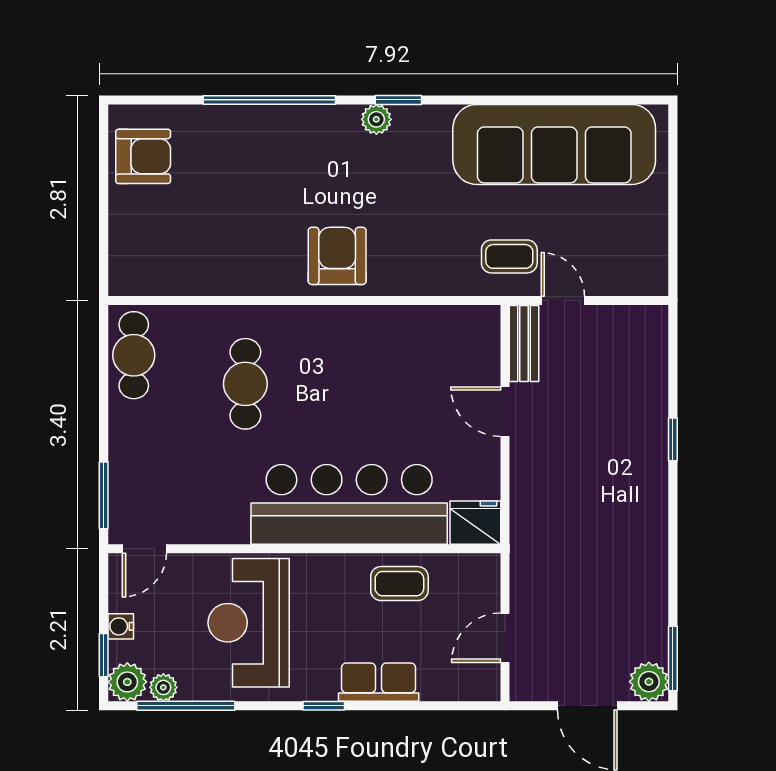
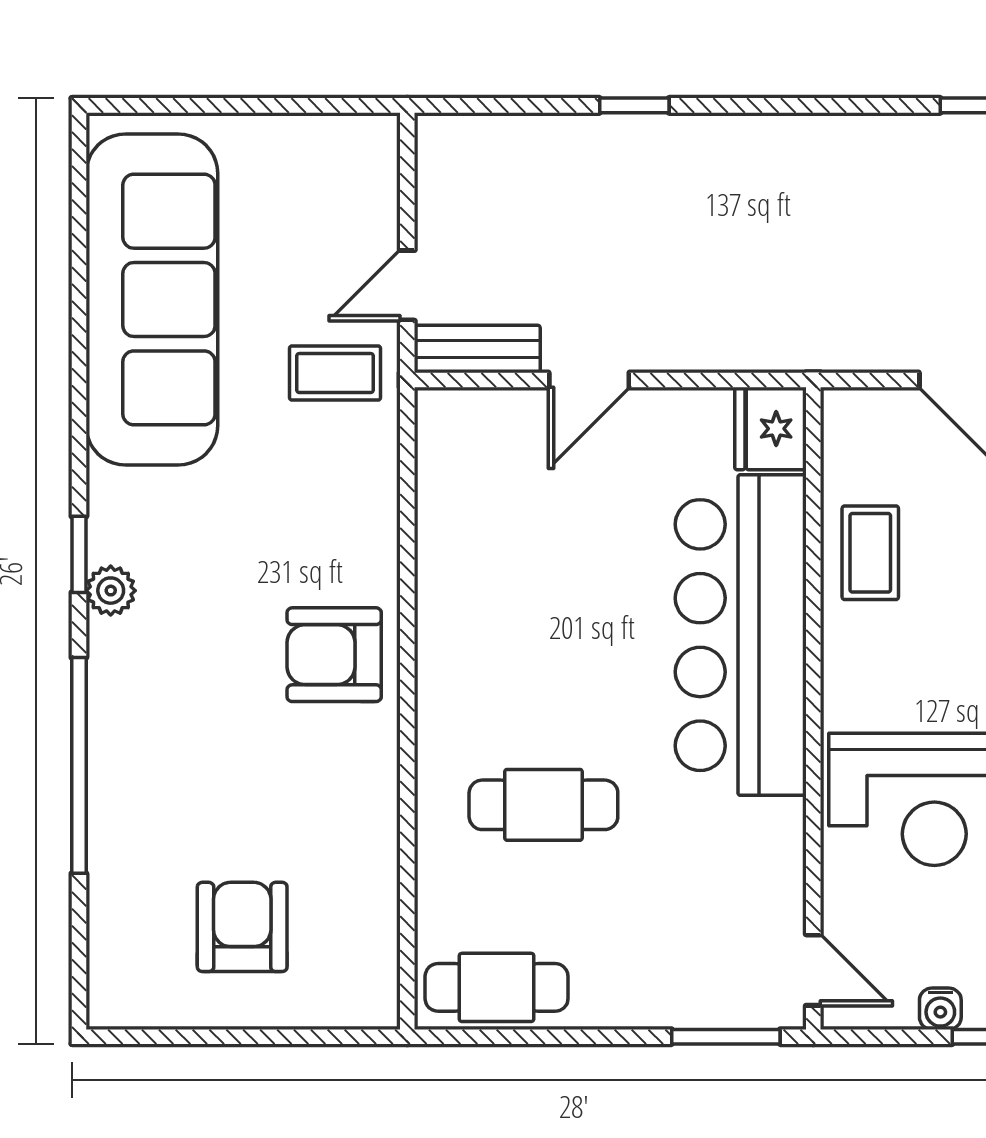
armchair: (143, 156) -> (242, 927), moved
coffee table: (509, 256) -> (335, 373), turned 90

